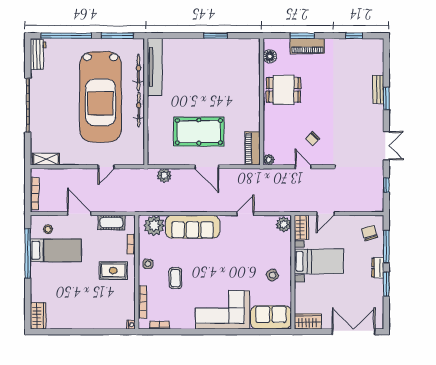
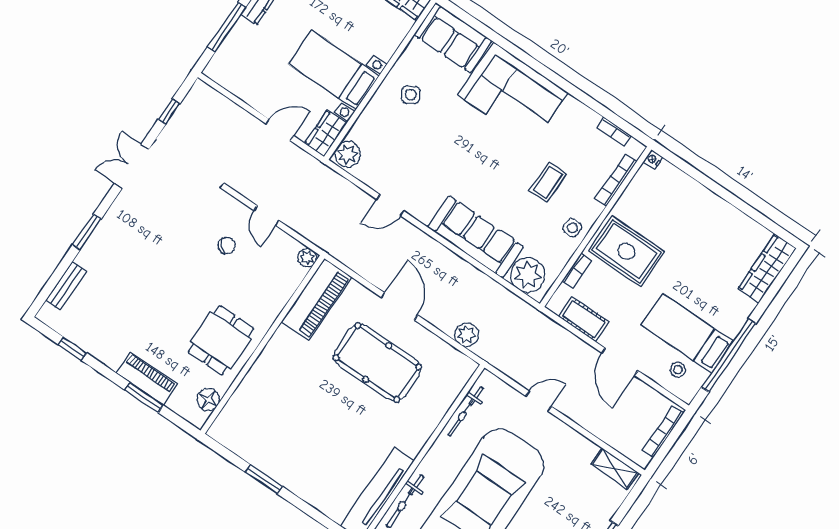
dining table: (284, 90) -> (221, 340), turned 90
bench: (378, 90) -> (66, 286), moved
bicycle: (139, 109) -> (466, 411), moved
piano: (253, 148) -> (317, 299), width x1.37, depth x1.33
chair: (370, 233) -> (237, 61), removed
rug: (113, 271) -> (626, 251), width x1.36, depth x1.43
wardrobe: (38, 316) -> (767, 269), width x1.50

